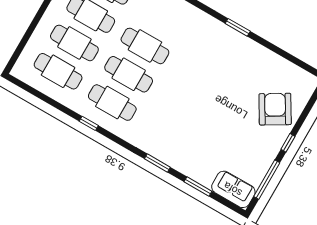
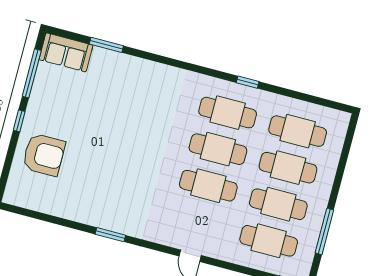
armchair: (275, 109) -> (44, 155), turned -59
window: (157, 163) -> (159, 59), removed

